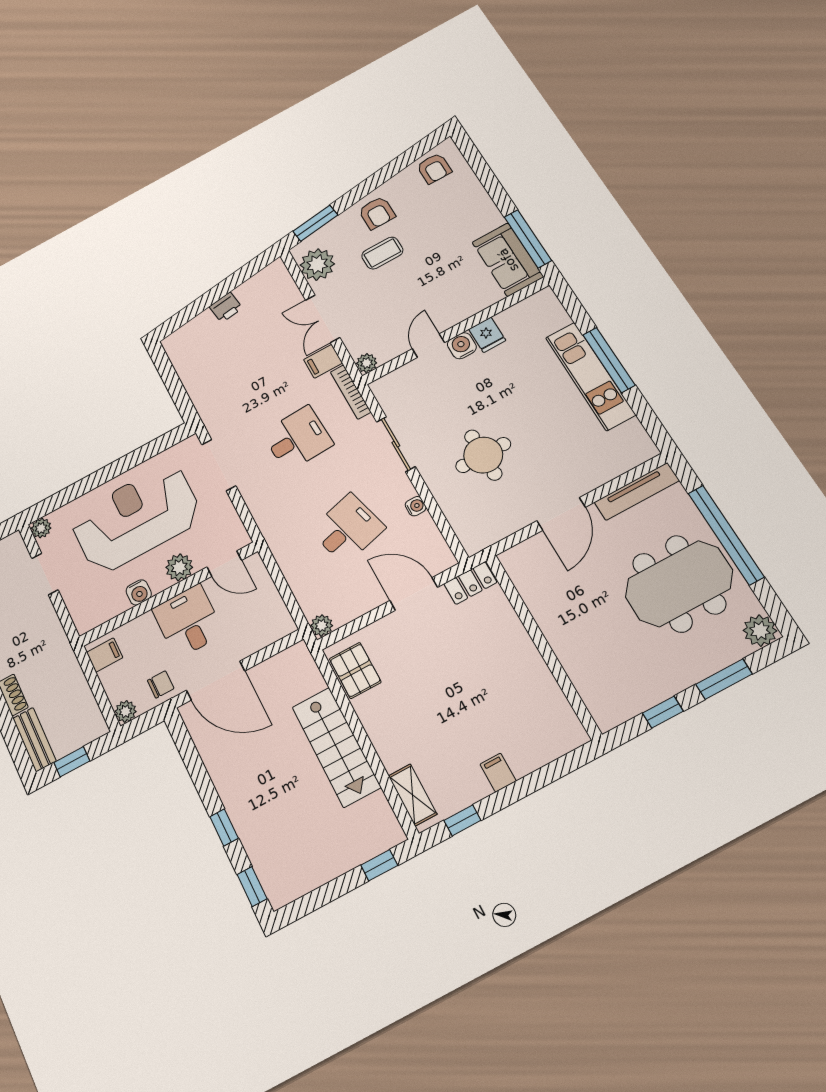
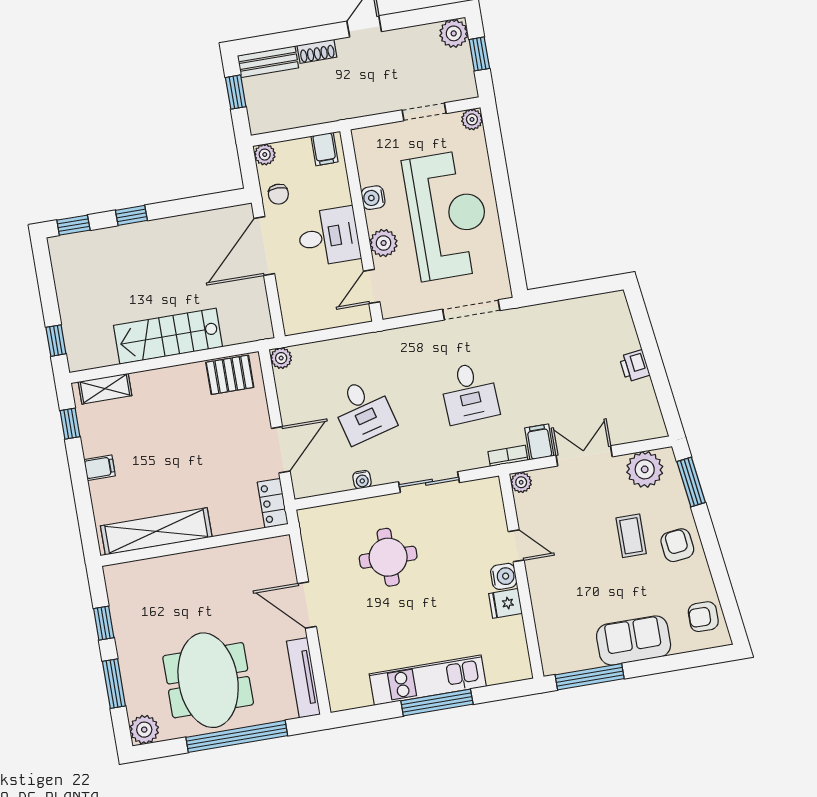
armchair: (377, 213) -> (677, 545), turned 83
sofa: (508, 260) -> (634, 640), moved
bookcase: (351, 392) -> (508, 456), width x0.64
shelving: (543, 690) -> (156, 531), added

